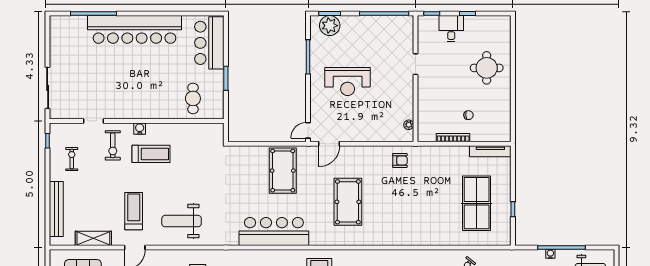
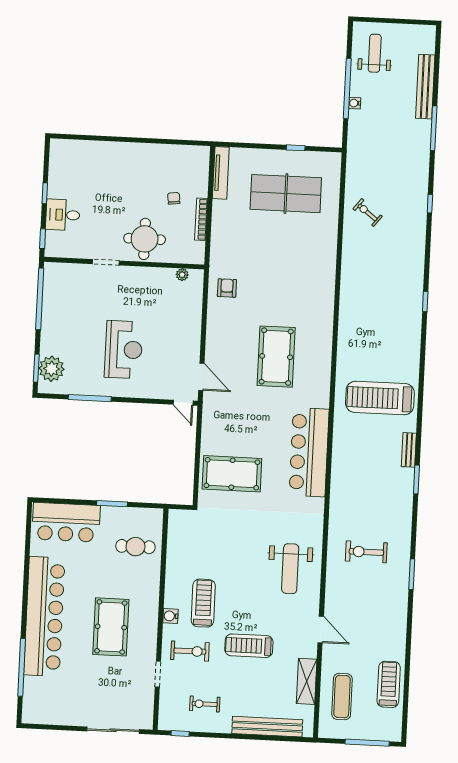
round table: (487, 68) -> (145, 239), moved
pool table: (129, 82) -> (111, 627), added
pool table: (283, 171) -> (232, 474), moved
pool table: (348, 202) -> (276, 357), turned 90
treadmill: (134, 211) -> (249, 646), moved

